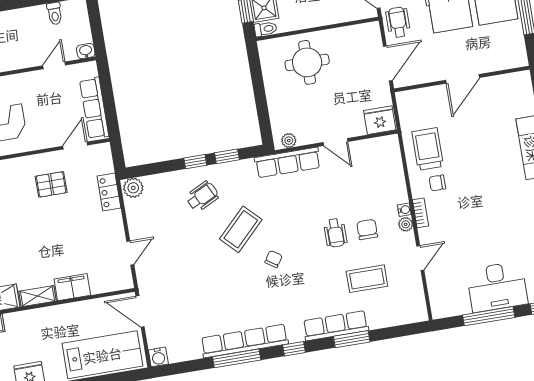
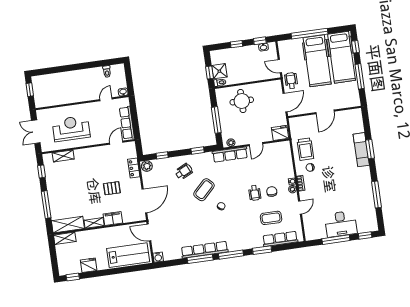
window: (260, 99) -> (216, 120), added
door: (335, 142) -> (256, 144), hinge flipped
trolley: (428, 149) -> (305, 149), turned 180
window: (195, 162) -> (162, 155), moved
pallet: (51, 184) -> (112, 188), moved
door: (130, 253) -> (144, 201), width x1.88
row of seats: (336, 326) -> (280, 239), moved
window: (294, 349) -> (231, 255), width x2.17

